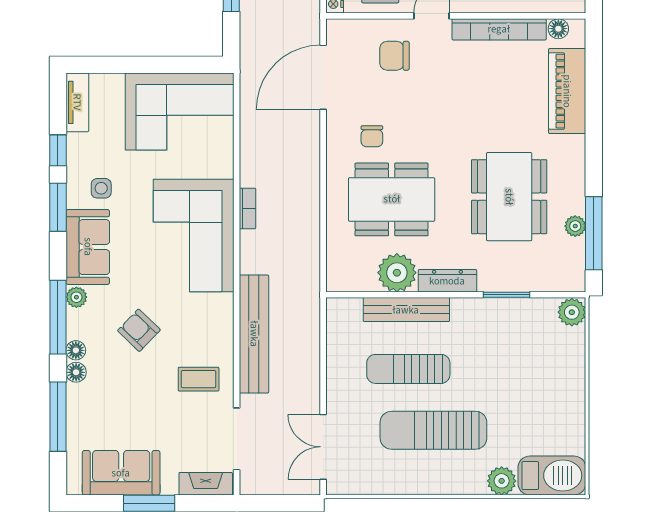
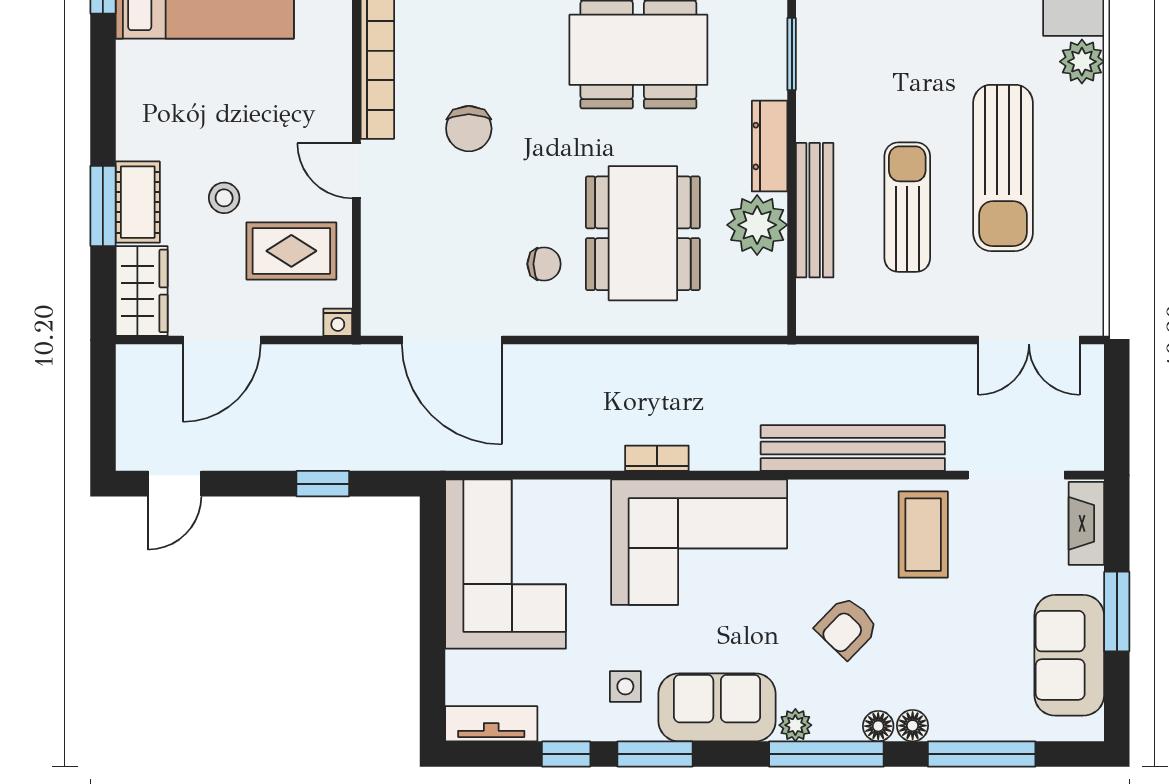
chair: (395, 56) -> (469, 129), moved
sun lounger: (408, 369) -> (907, 207), turned 180
coffee table: (199, 379) -> (923, 535), width x1.36, depth x1.30

